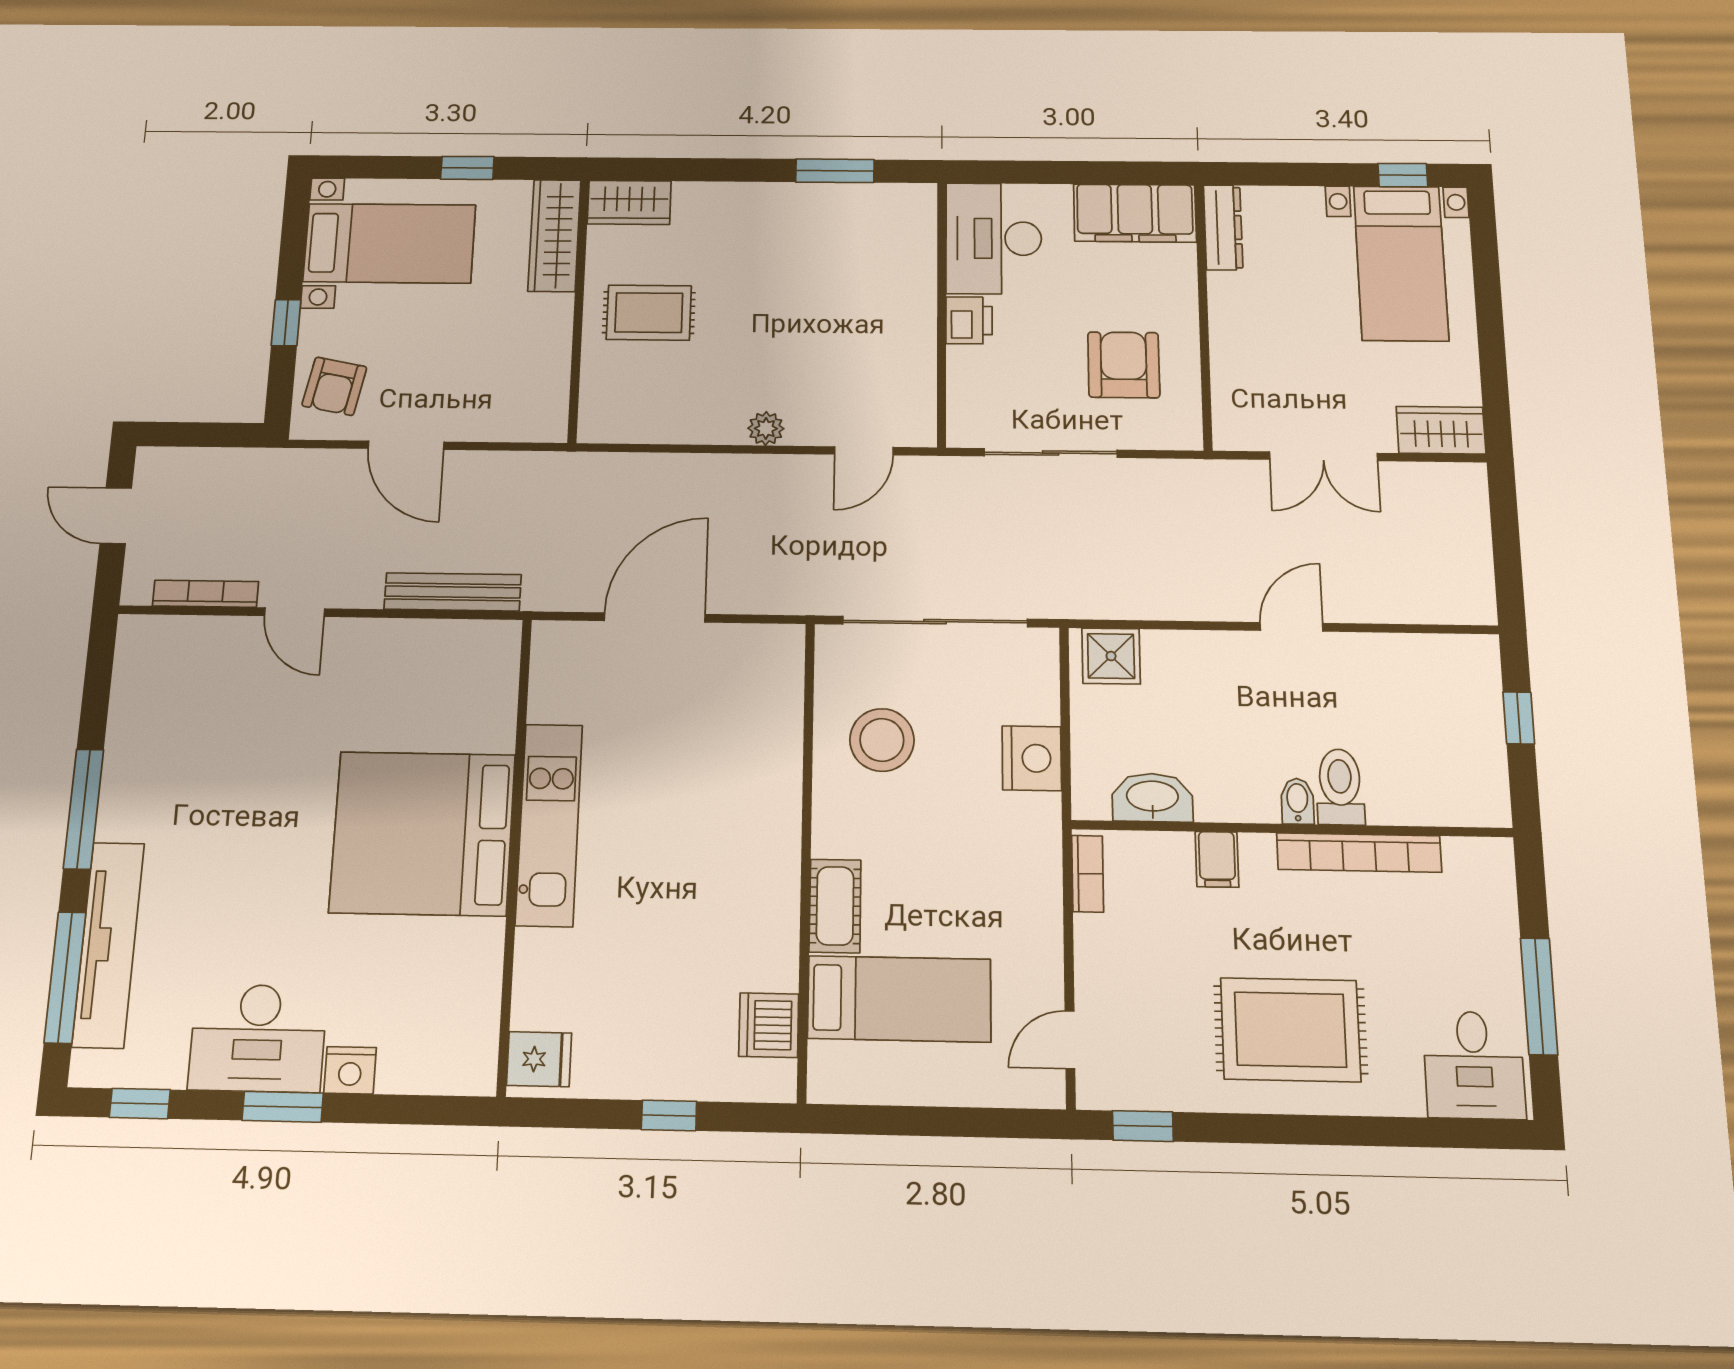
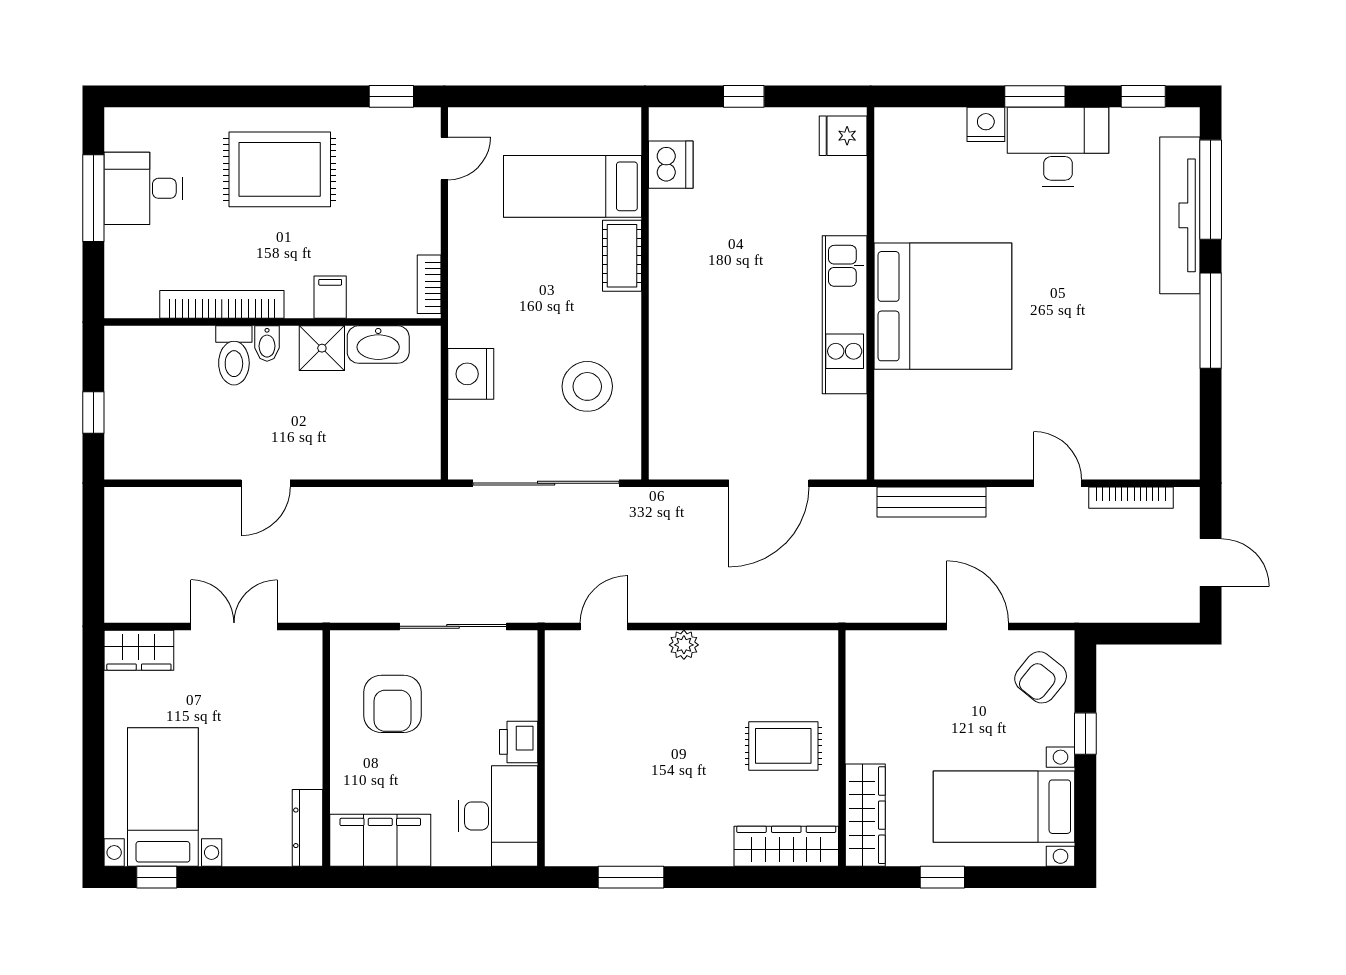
wardrobe: (629, 202) -> (786, 846), width x1.50
armchair: (334, 386) -> (1041, 677), turned -152
shower: (1111, 656) -> (322, 348), moved
desk: (1474, 1065) -> (143, 188), moved, turned -90

